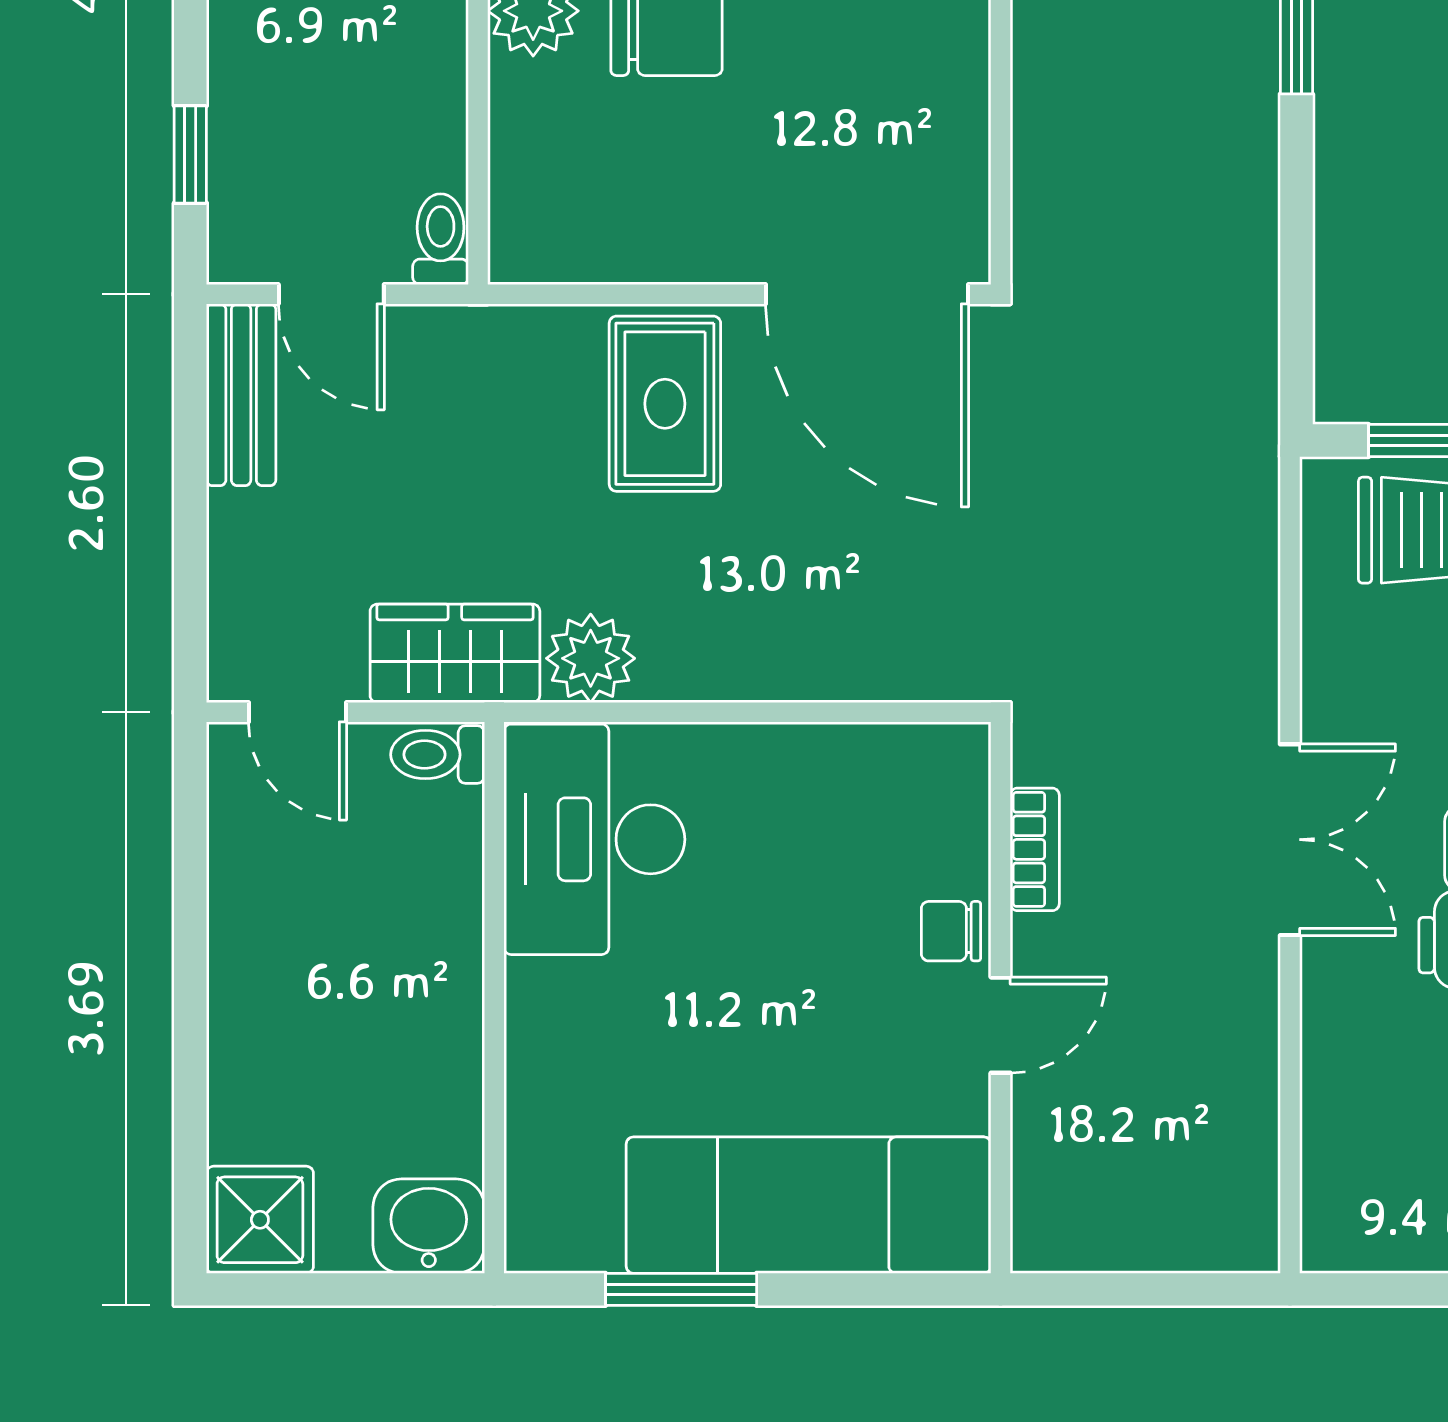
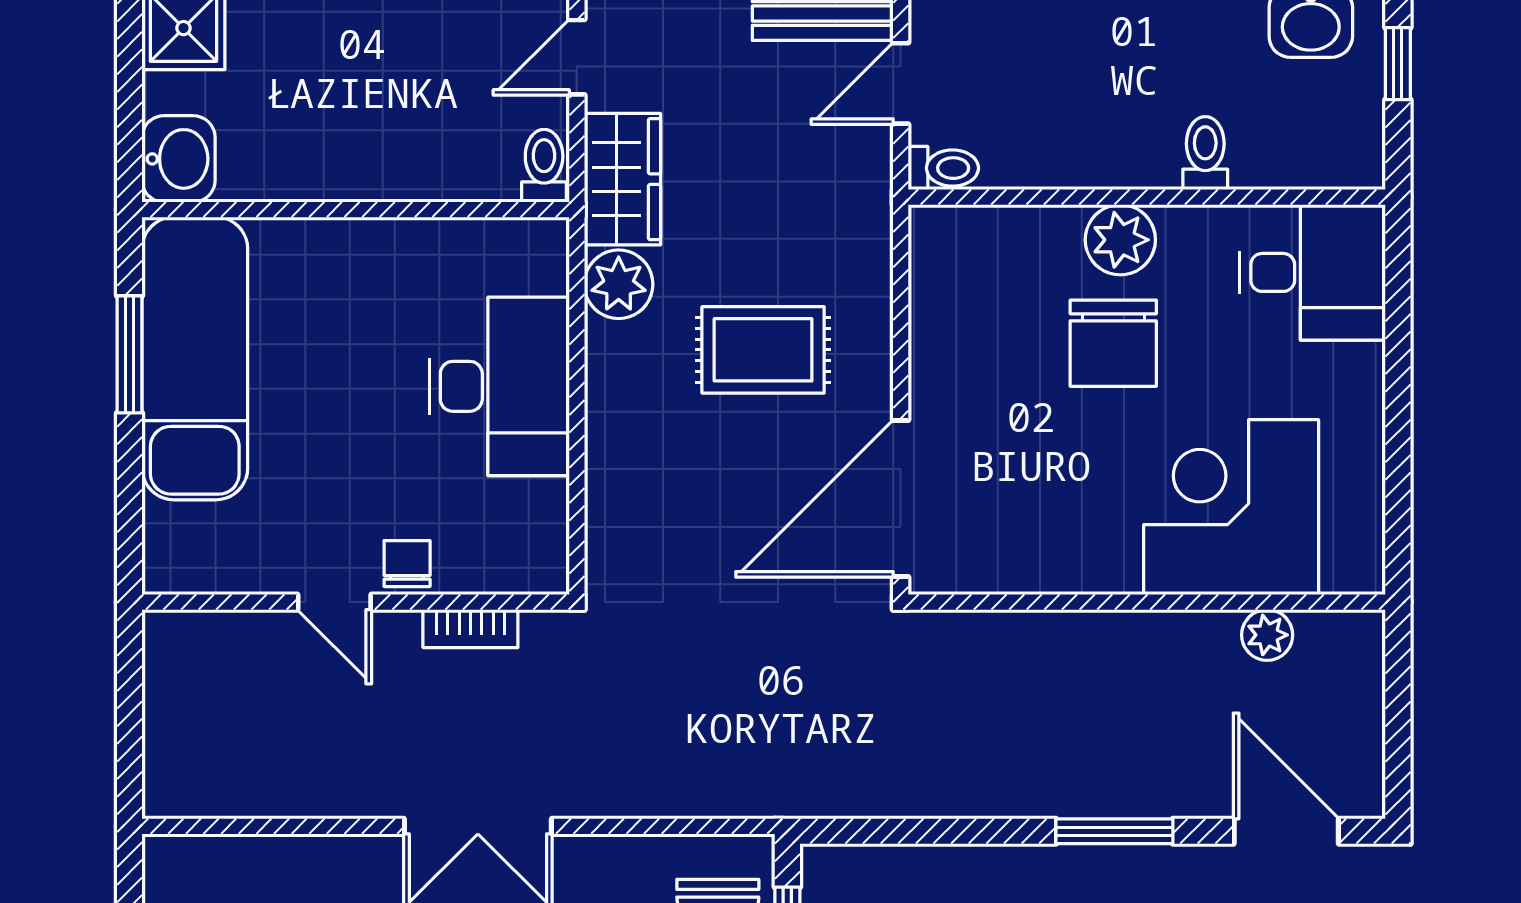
rug: (665, 404) -> (763, 350), moved
desk: (594, 839) -> (499, 386), moved, turned 90
exam couch: (809, 1205) -> (195, 358), moved

